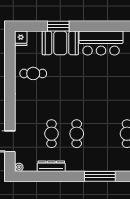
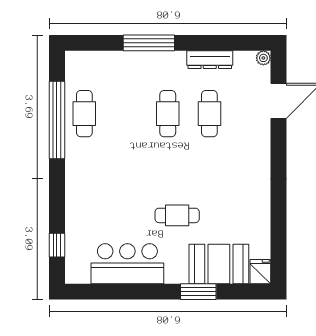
booth: (60, 43) -> (219, 264), moved
cafe table: (33, 73) -> (177, 215), moved
window: (100, 176) -> (149, 43), moved

